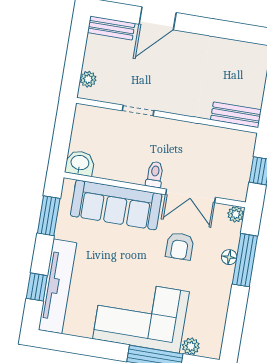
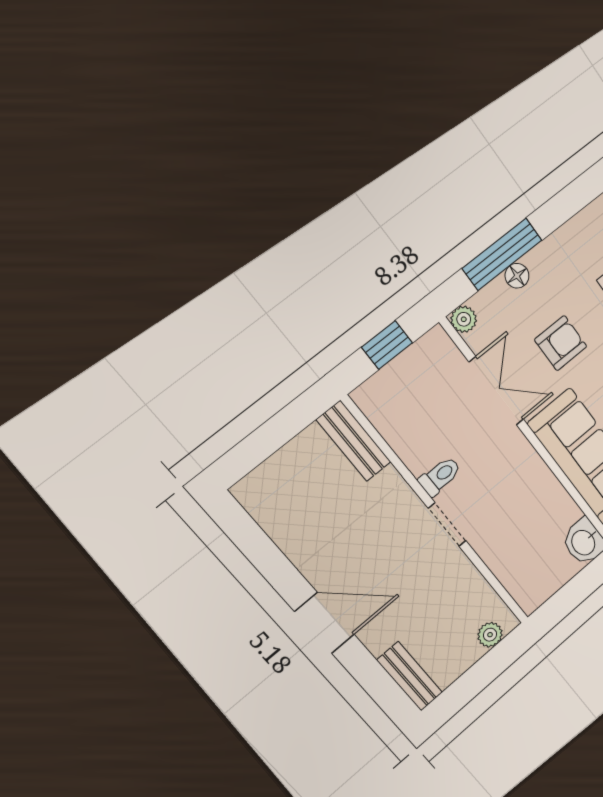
door: (158, 18) -> (325, 623), moved
doorway: (138, 111) -> (447, 524), moved
toilet: (155, 174) -> (440, 476), moved, turned 180

